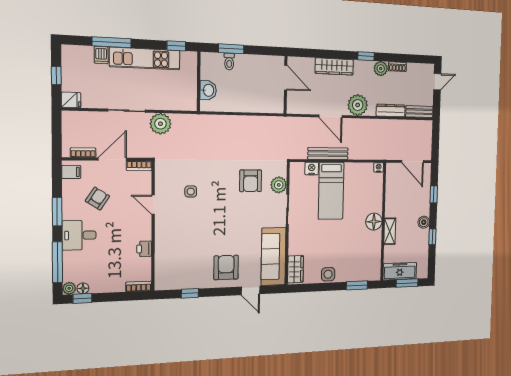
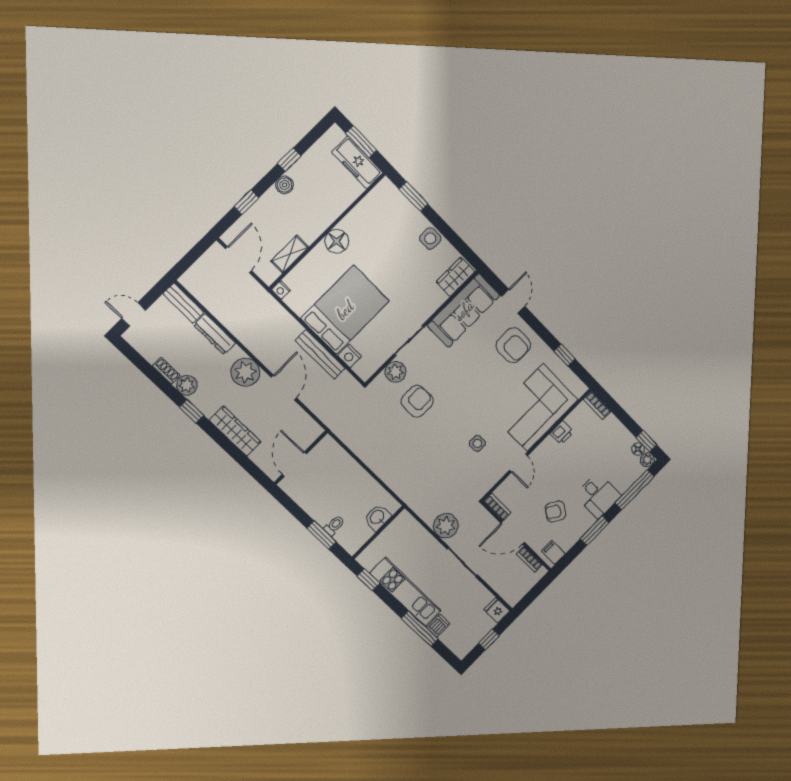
bed: (331, 191) -> (345, 310), width x1.50
shelving: (390, 231) -> (290, 254), moved
corner sofa: (177, 247) -> (535, 408), added
armchair: (226, 267) -> (513, 345), turned -90

